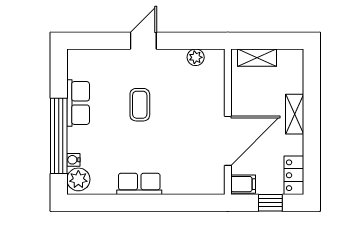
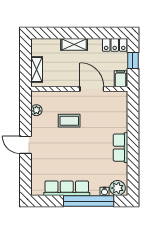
row of seats: (78, 103) -> (67, 188), width x1.48
coffee table: (140, 105) -> (69, 121), moved
door: (228, 141) -> (92, 89), width x0.73

